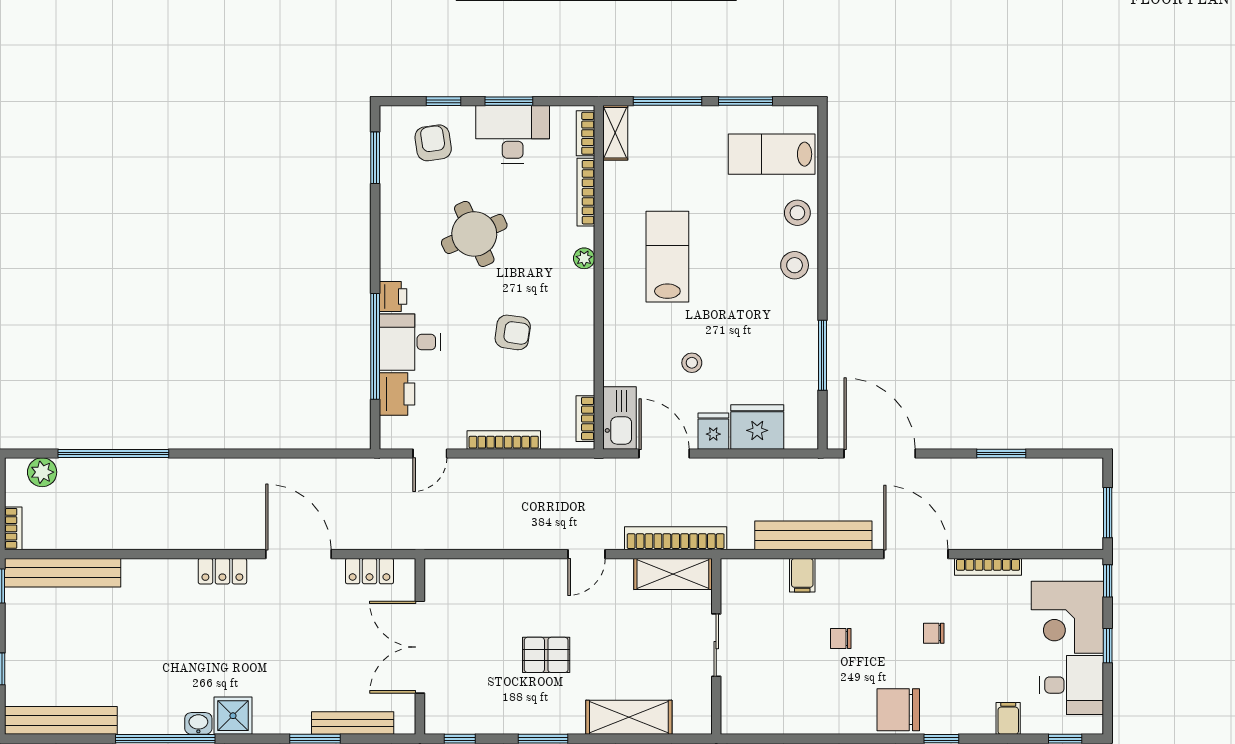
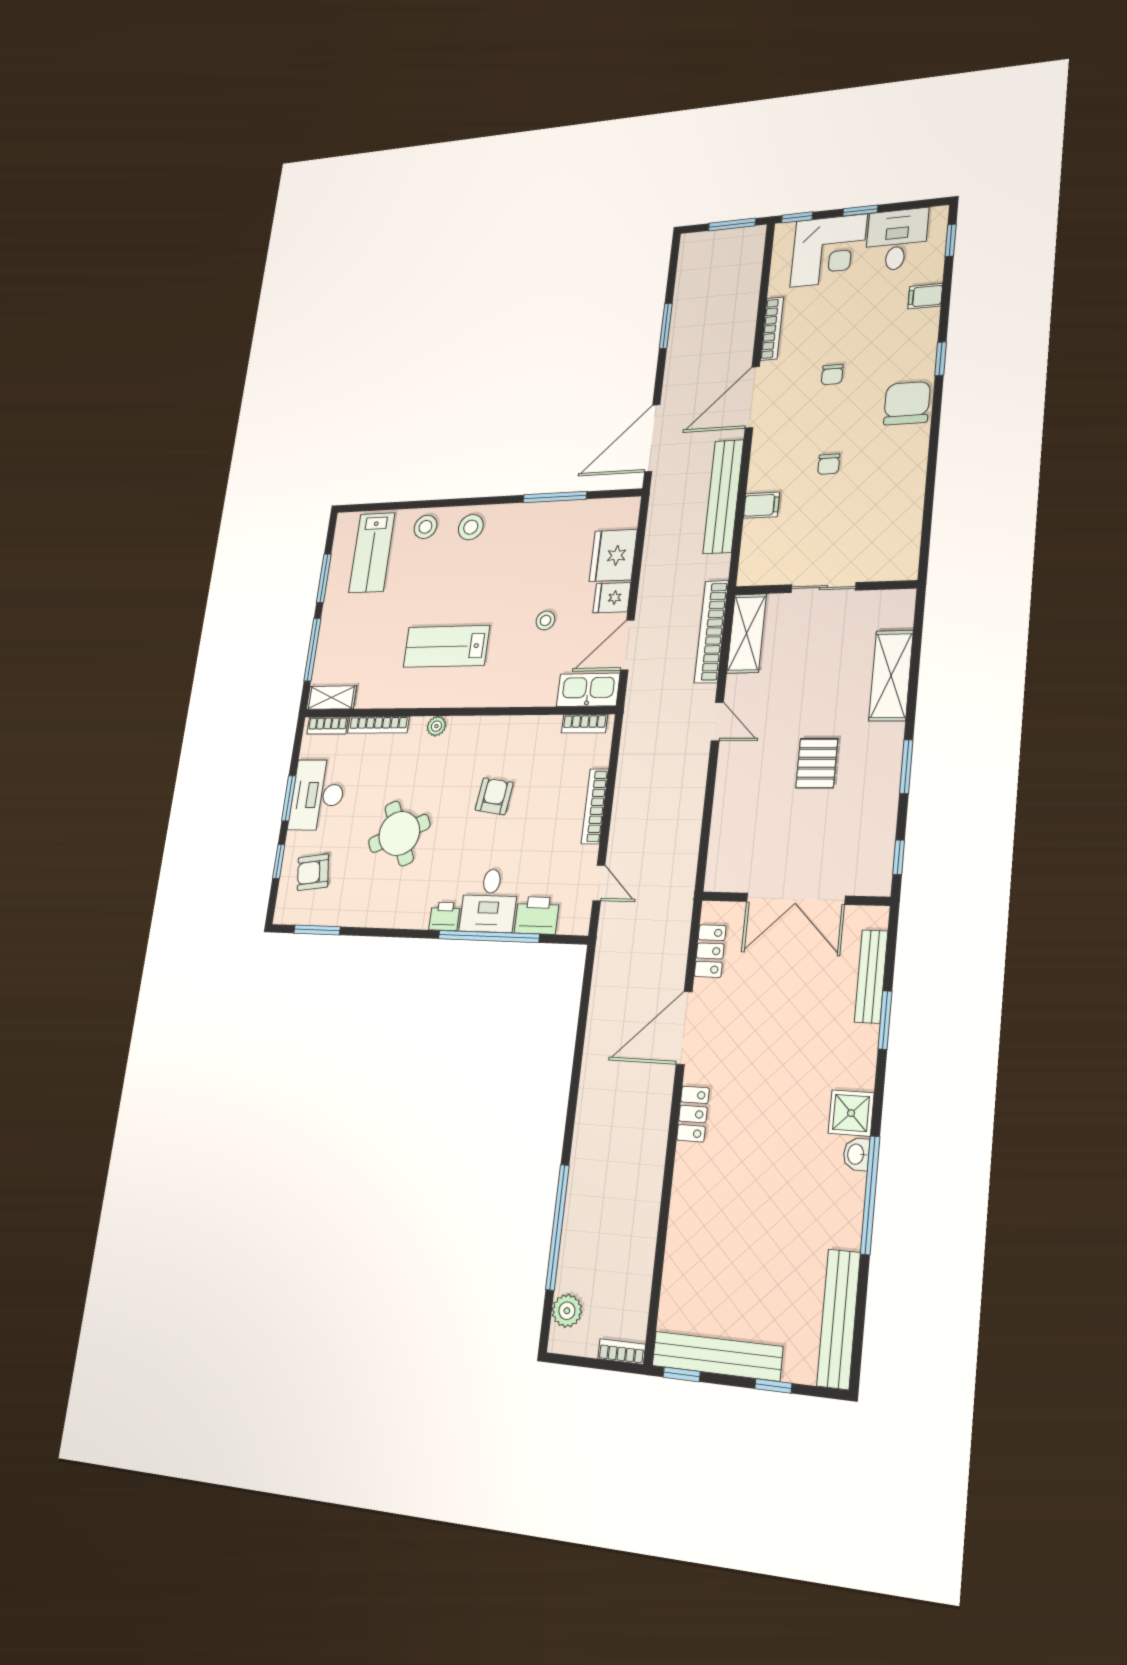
bench: (63, 573) -> (717, 1356), moved, turned 90
chair: (898, 710) -> (907, 403), turned 180

